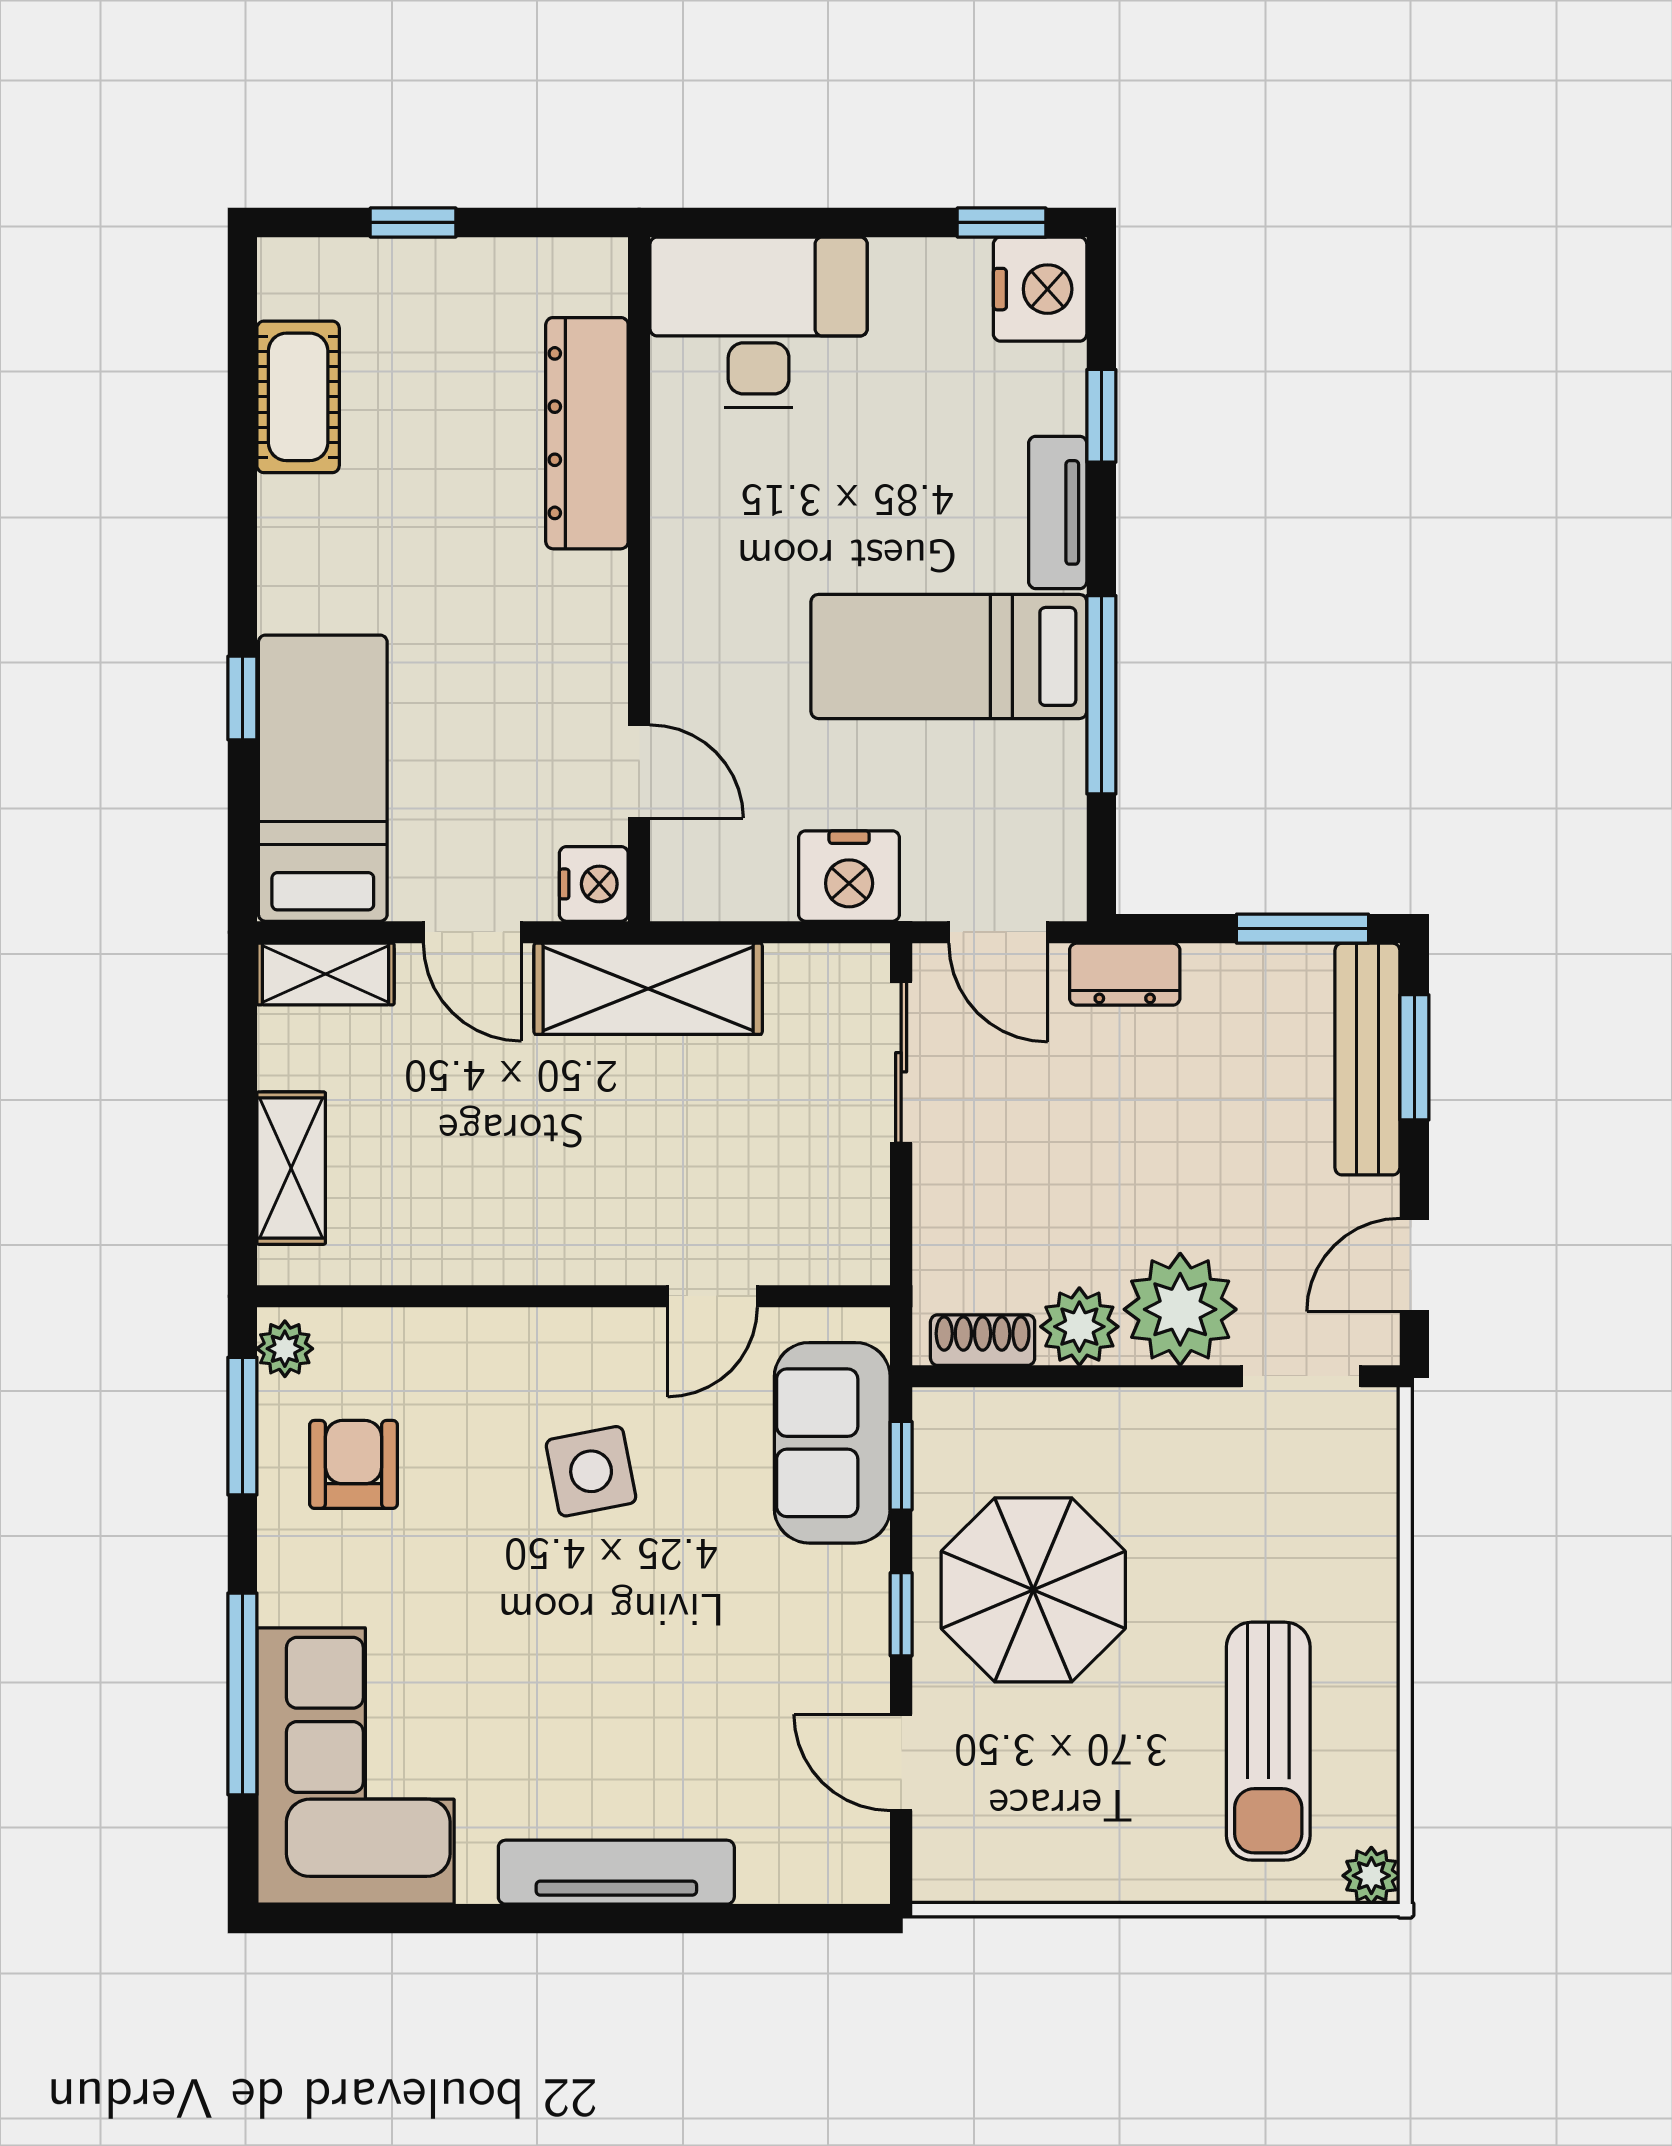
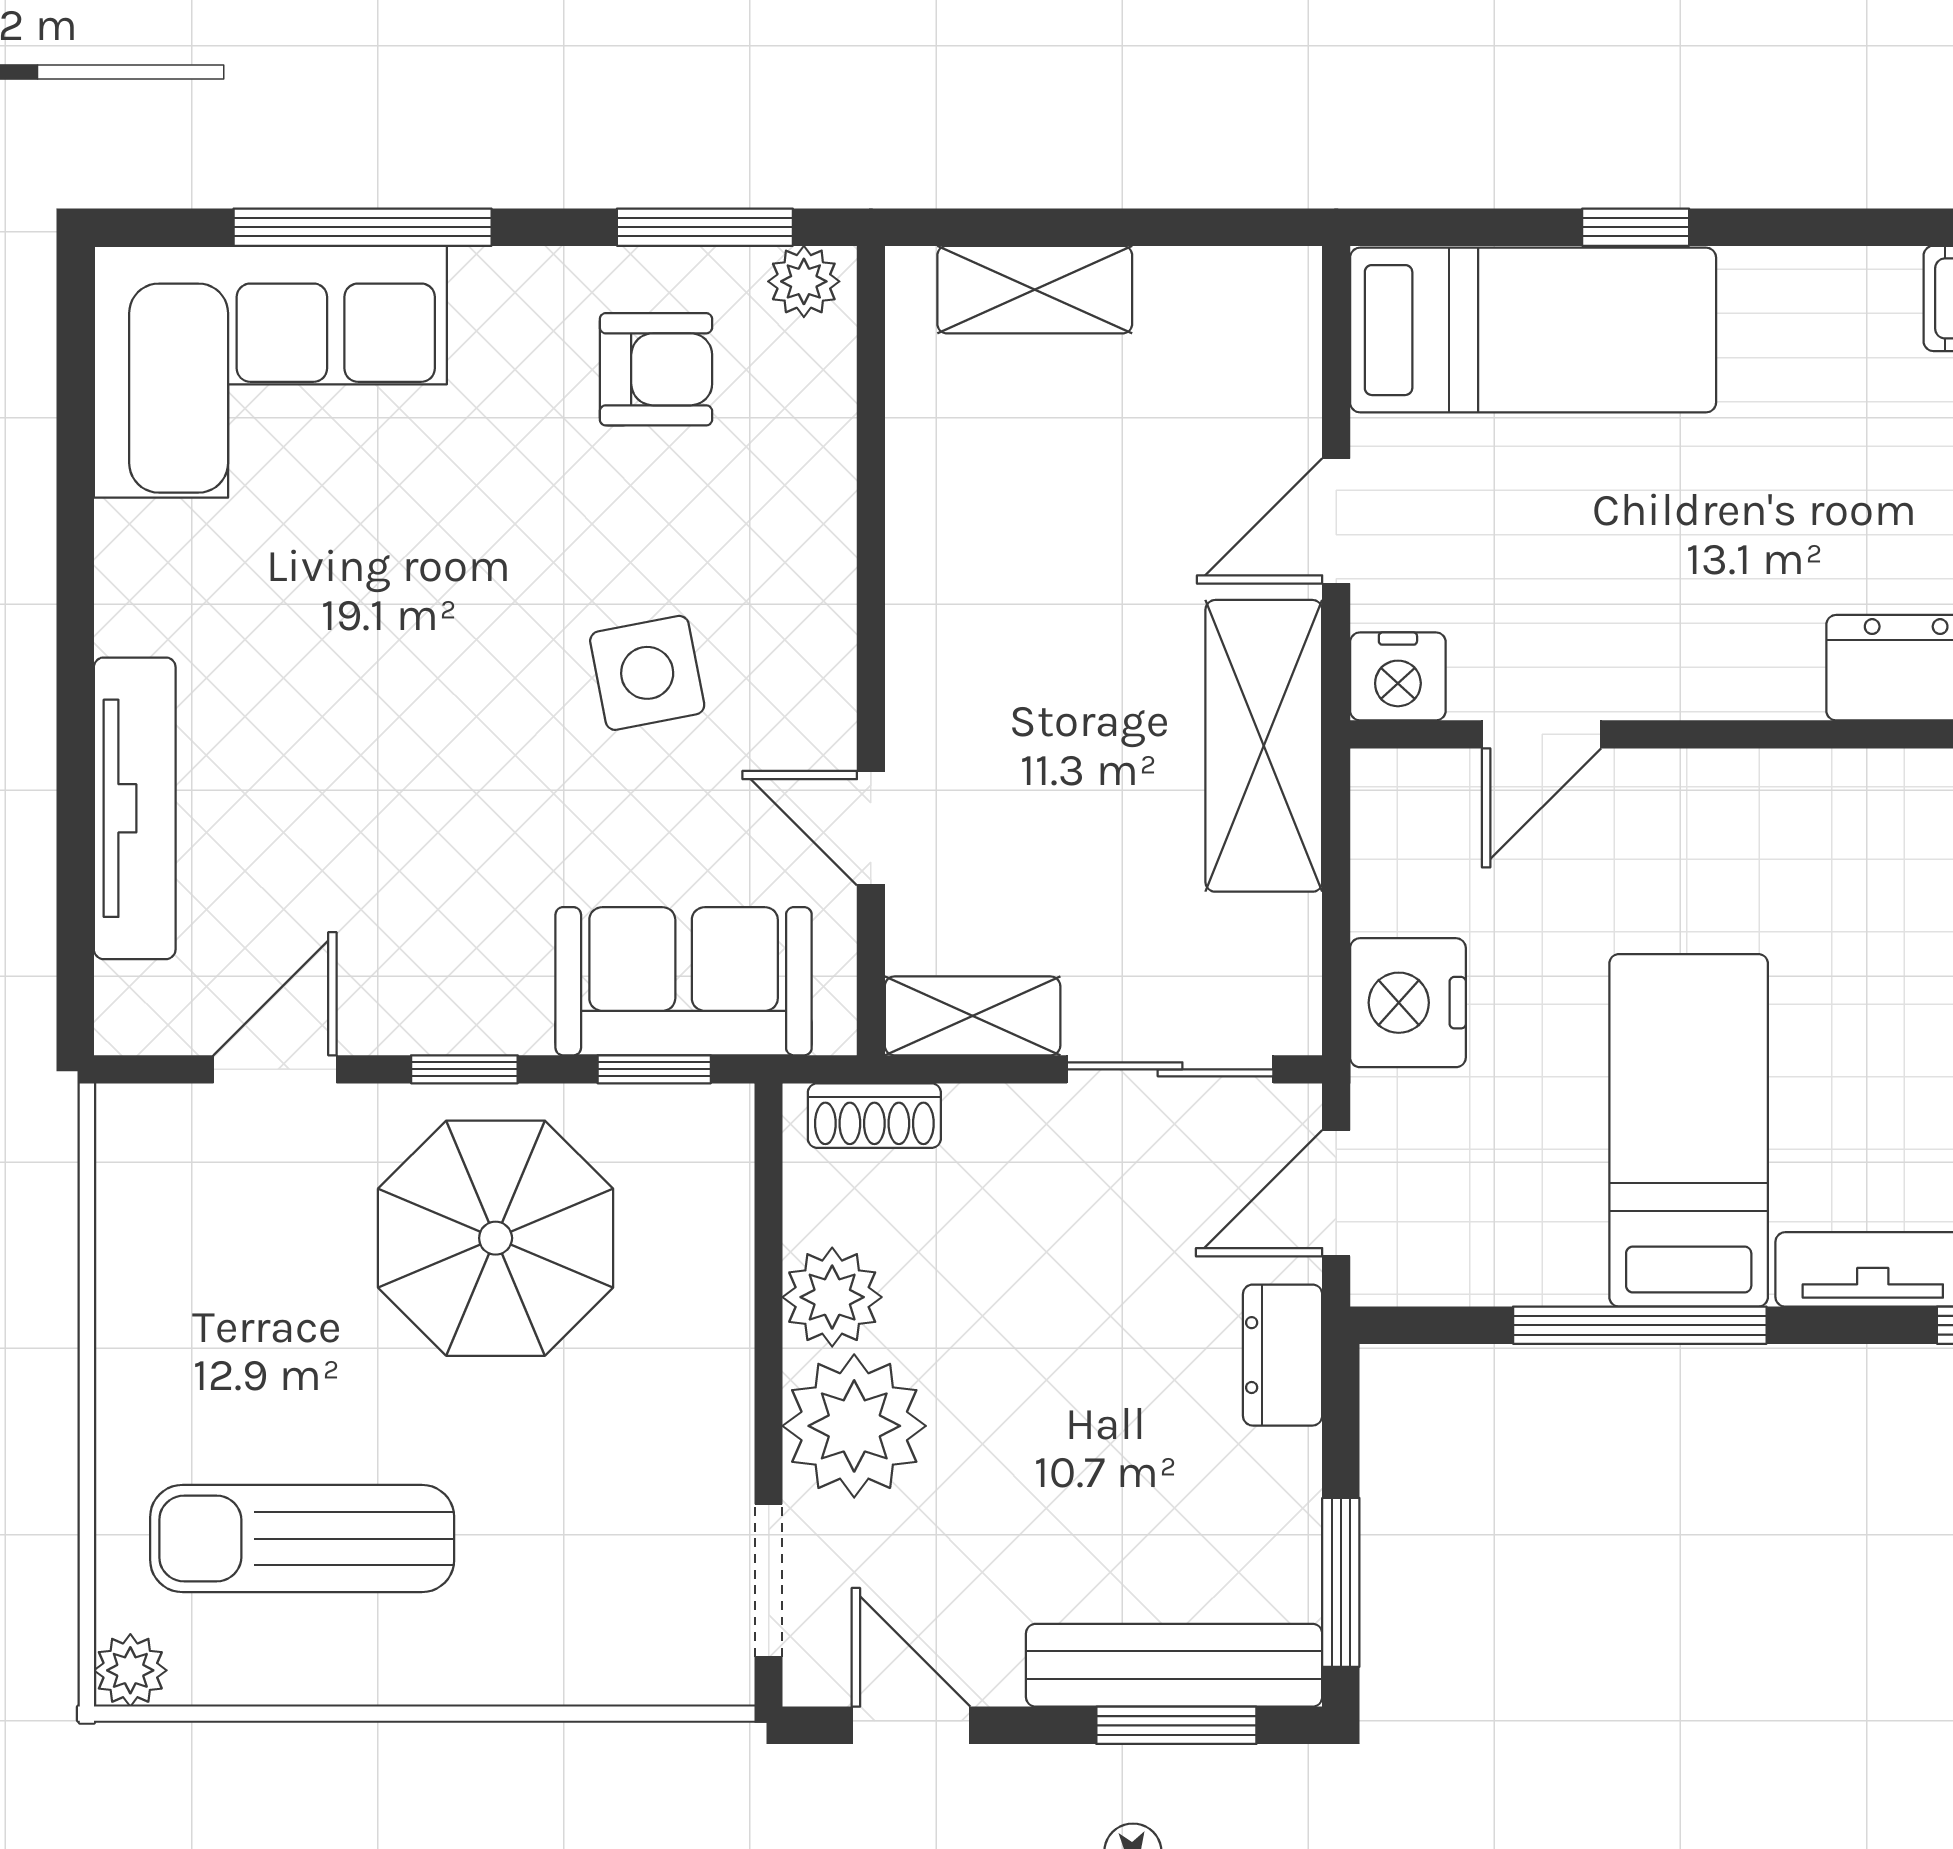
shelving: (325, 974) -> (973, 1016), moved, turned 90
shoe rack: (983, 1340) -> (874, 1116), moved, turned 90
tv unit: (616, 1872) -> (135, 808), moved

